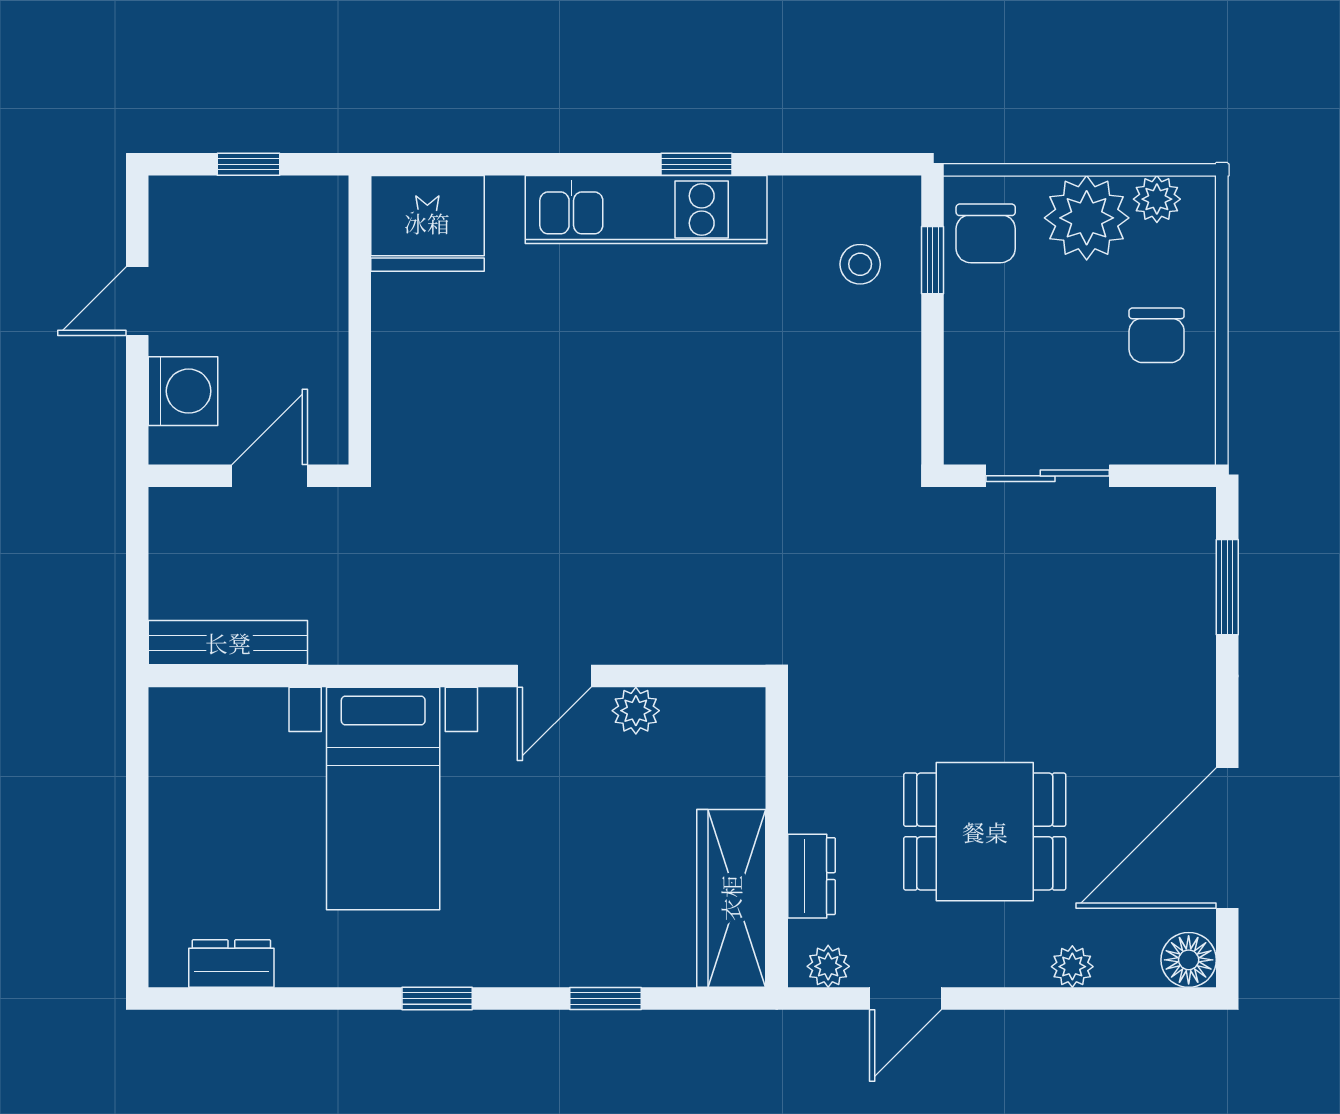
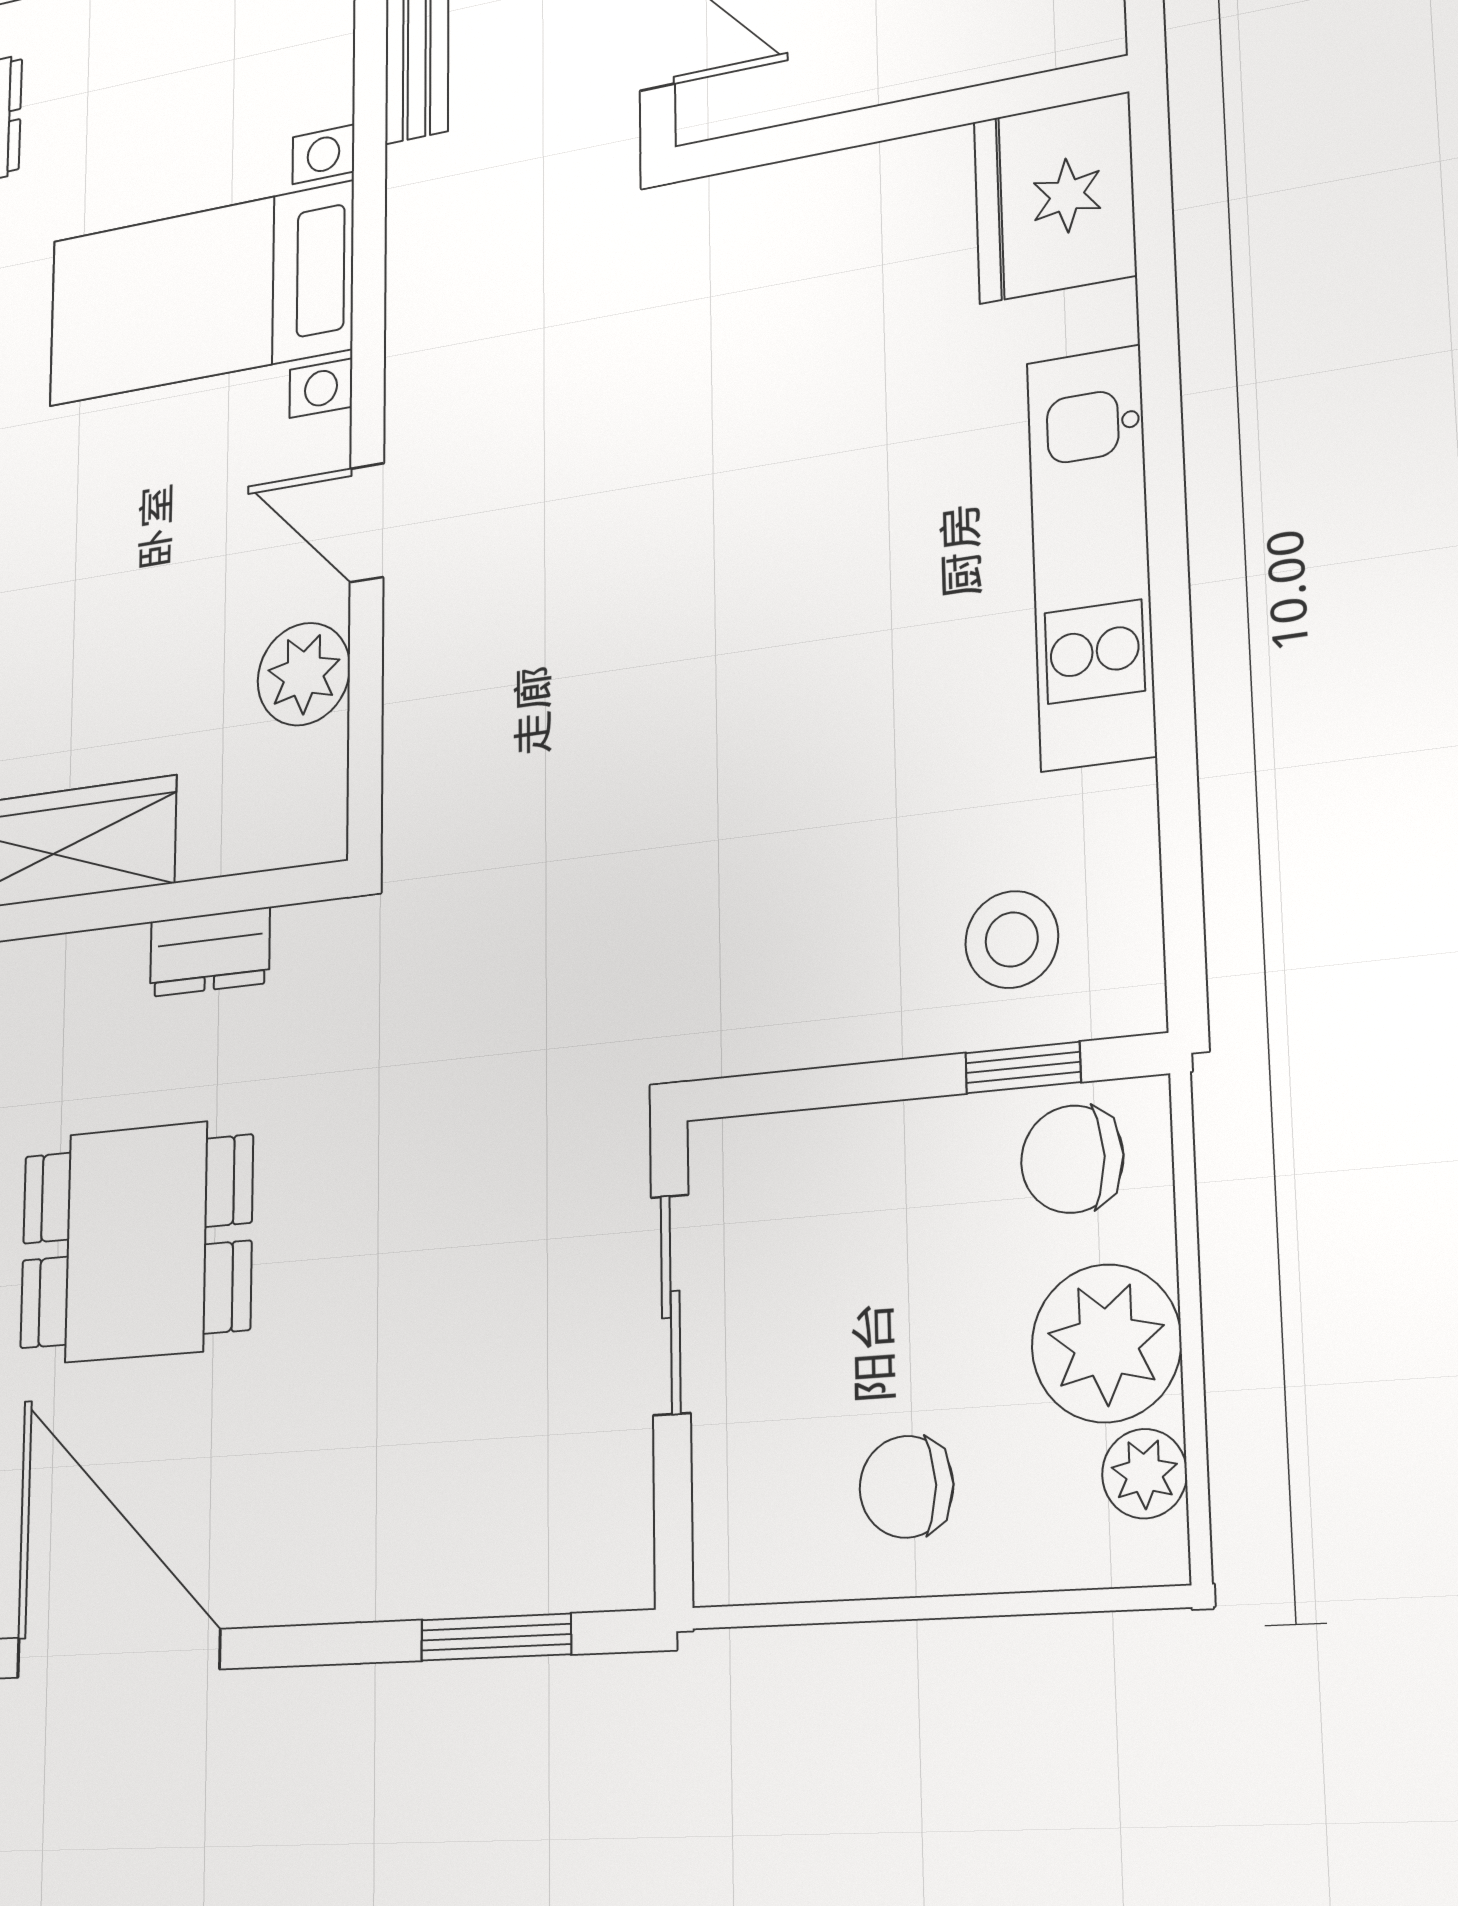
window: (696, 164) -> (1171, 632), removed
stool: (860, 264) -> (1012, 939), width x1.37, depth x1.37
plant: (636, 711) -> (304, 674), width x1.38, depth x1.38
dining table: (985, 832) -> (136, 1242), turned 90
dresser: (812, 876) -> (210, 952), moved

